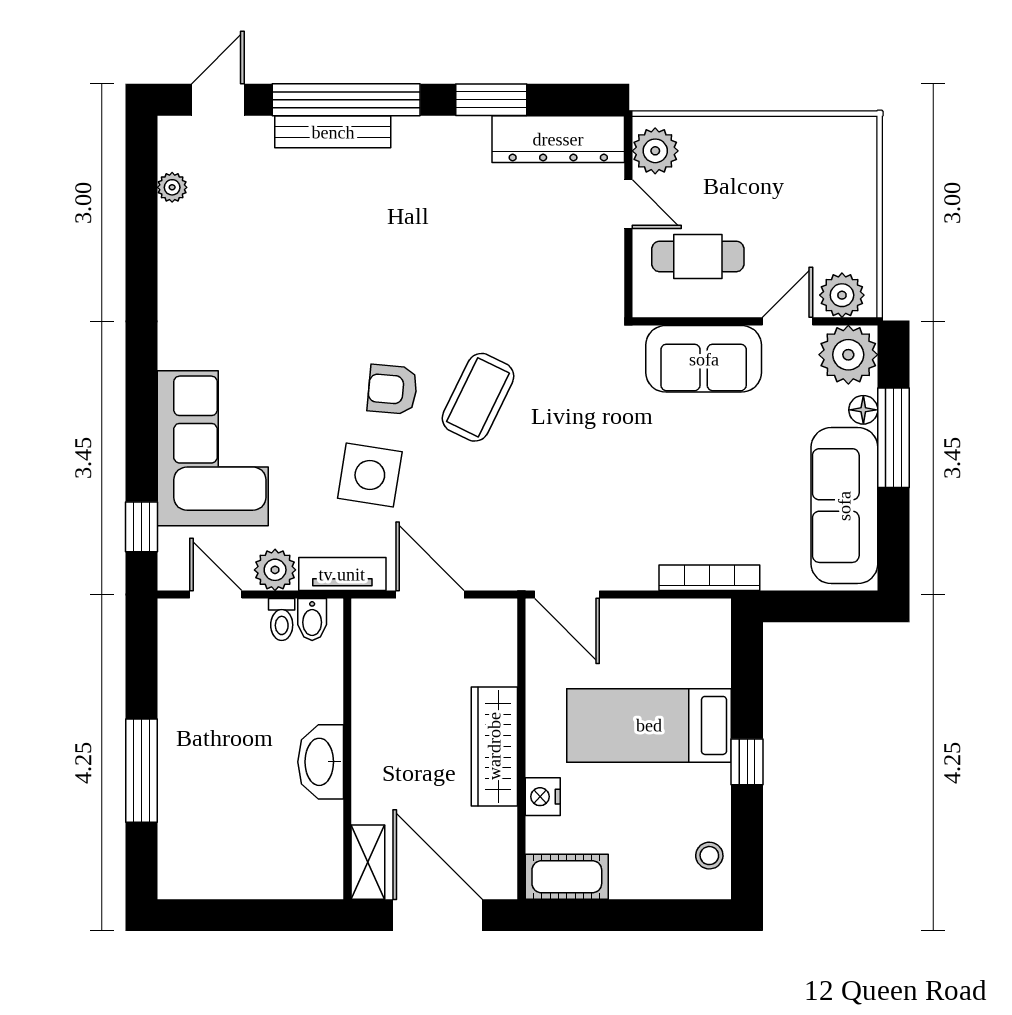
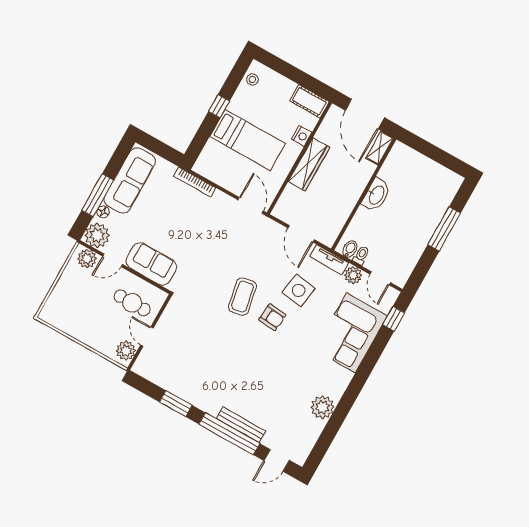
dresser: (558, 139) -> (159, 375), removed
plant: (172, 187) -> (322, 407), moved, width x1.88, depth x1.88
coffee table: (478, 397) -> (242, 297), turned -37

